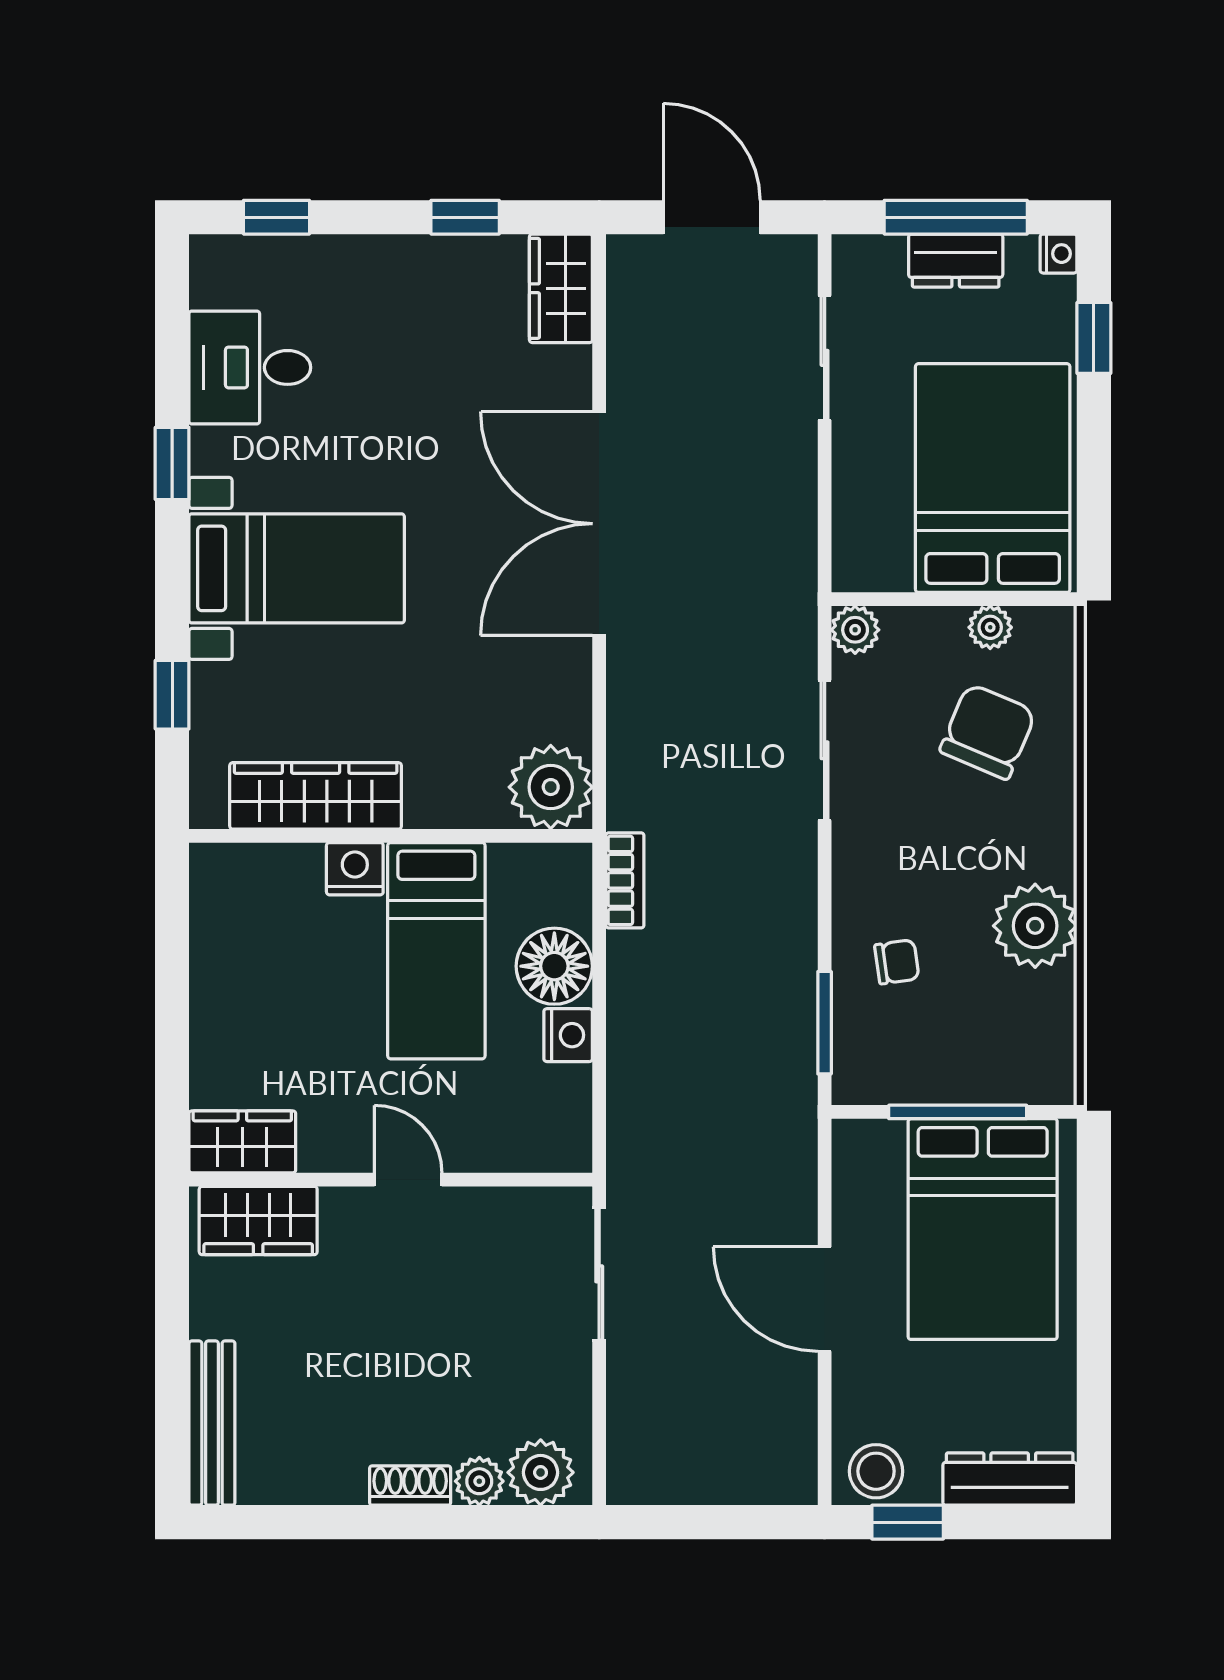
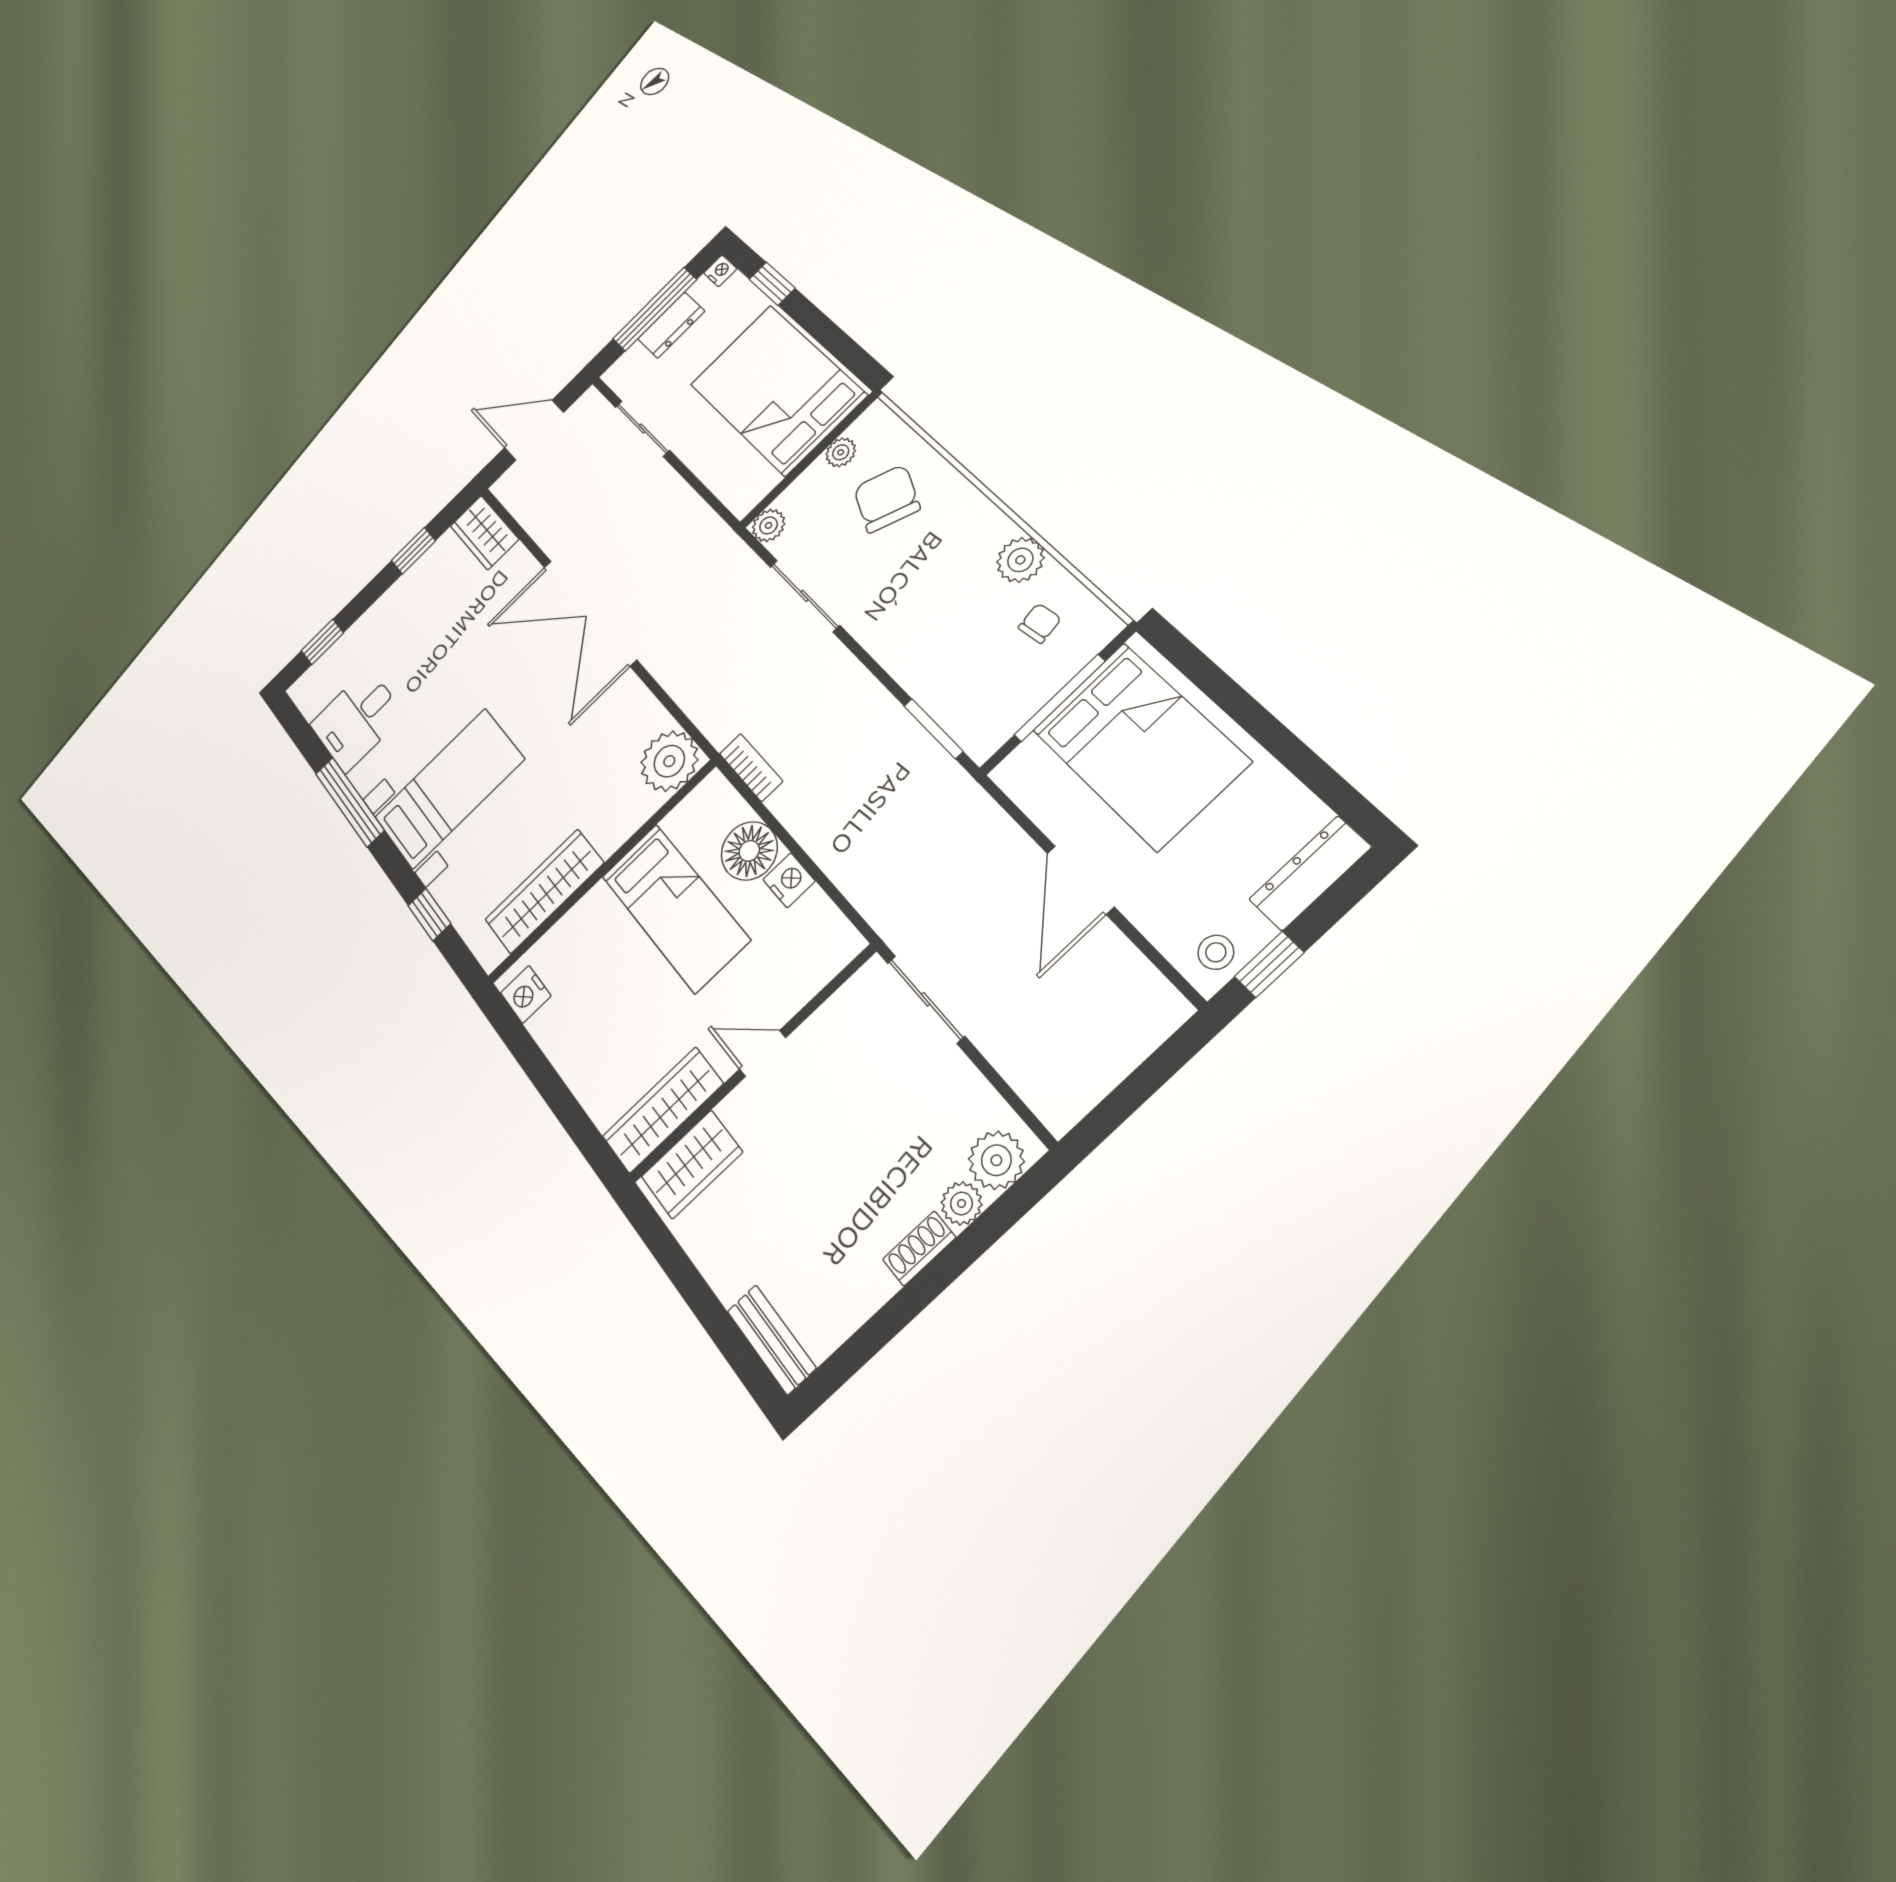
window: (172, 463) -> (350, 802), width x2.17
nightstand: (355, 869) -> (526, 994), moved, turned -90
plant: (1035, 926) -> (1020, 560), width x0.73, depth x0.73
chair: (897, 962) -> (1040, 623), moved
wardrobe: (242, 1142) -> (663, 1110), width x1.50
door: (825, 1299) -> (1080, 880), hinge flipped
bench: (212, 1423) -> (771, 1339), width x0.73
stool: (876, 1471) -> (1216, 952), width x0.73, depth x0.73

